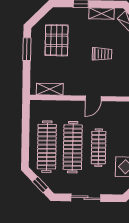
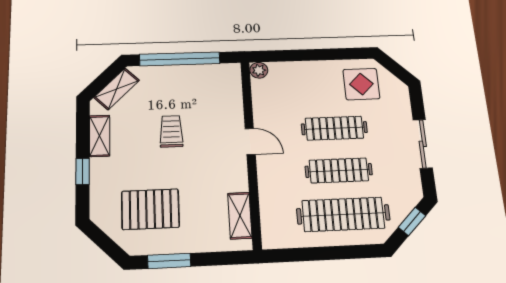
clothes rail: (73, 147) -> (339, 170), width x0.73, depth x0.76

